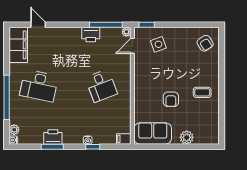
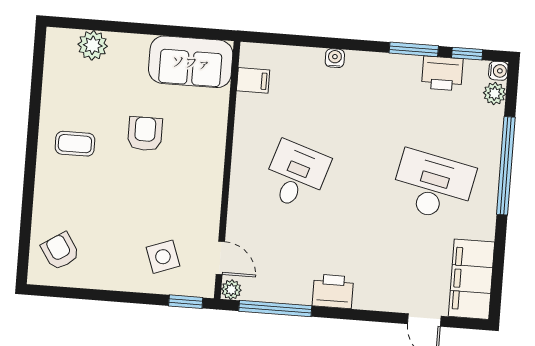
printer: (91, 35) -> (333, 291), moved
door: (132, 46) -> (220, 258), hinge flipped
desk: (101, 86) -> (296, 175), turned 39
printer: (53, 137) -> (442, 73), moved
plant: (187, 137) -> (93, 45), moved
filing cabinet: (124, 139) -> (253, 80), moved
window: (93, 147) -> (467, 54), moved

